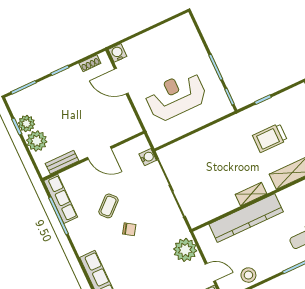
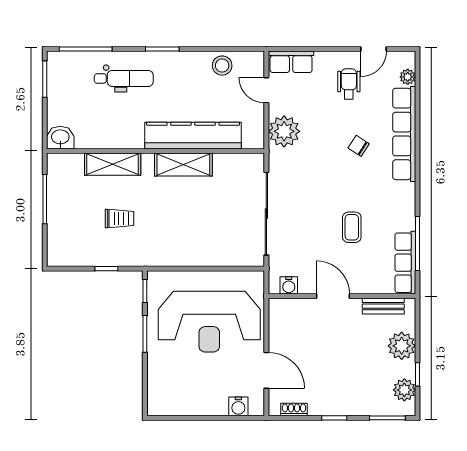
water cooler: (118, 53) -> (238, 406), moved
reception desk: (176, 96) -> (209, 322), width x1.36, depth x1.30
plant: (26, 124) -> (404, 390), moved
trolley: (270, 138) -> (119, 219), width x0.73, depth x0.72
water cooler: (148, 157) -> (289, 285), moved, turned -90
shelving: (251, 194) -> (183, 164), width x1.50, depth x1.33
coffee table: (109, 206) -> (352, 227), turned -48
chair: (129, 229) -> (359, 146), moved

